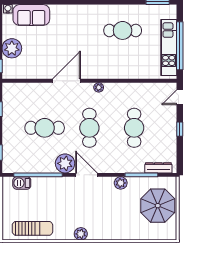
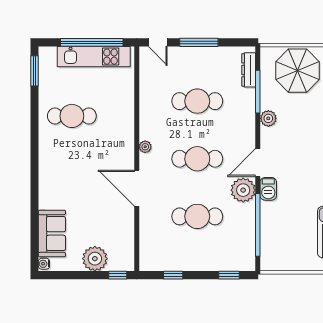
cafe table: (123, 30) -> (72, 116), turned 90
cafe table: (45, 128) -> (197, 216), turned 90
window: (180, 129) -> (199, 42), width x2.17
barbecue: (22, 183) -> (268, 189), moved

